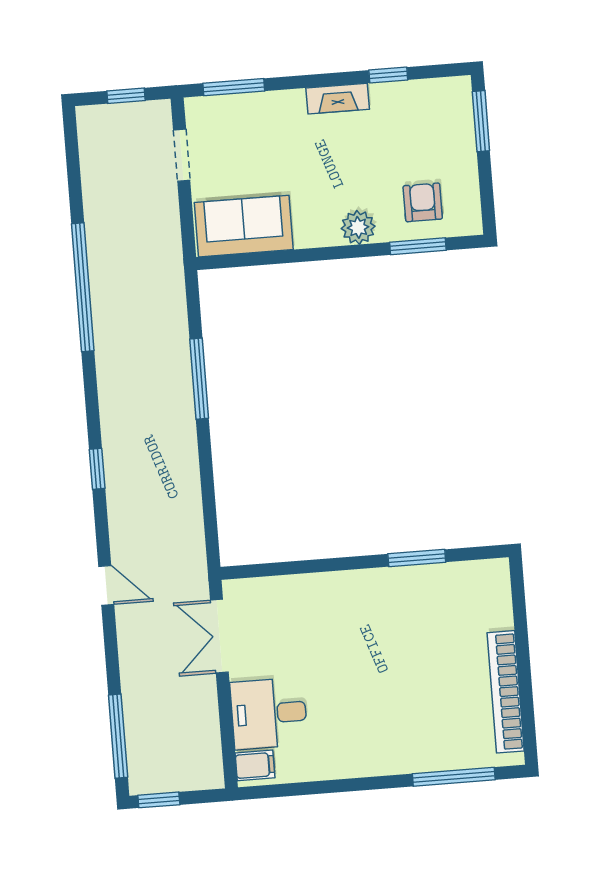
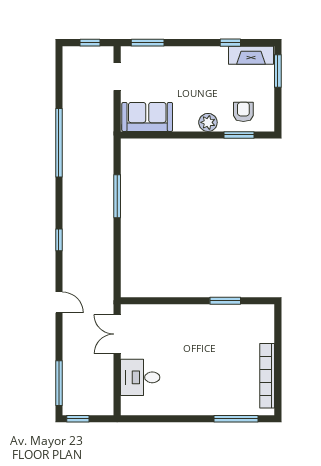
fireplace: (338, 99) -> (251, 55), moved, width x1.37, depth x1.32
filing cabinet: (255, 765) -> (131, 404), removed

